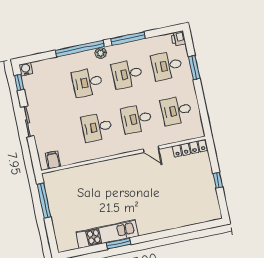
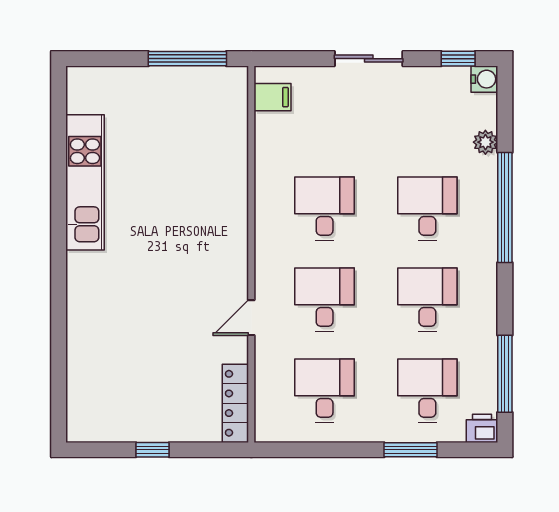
window: (128, 39) -> (505, 374), moved
plant: (101, 53) -> (485, 142), moved
window: (119, 244) -> (59, 203), removed

